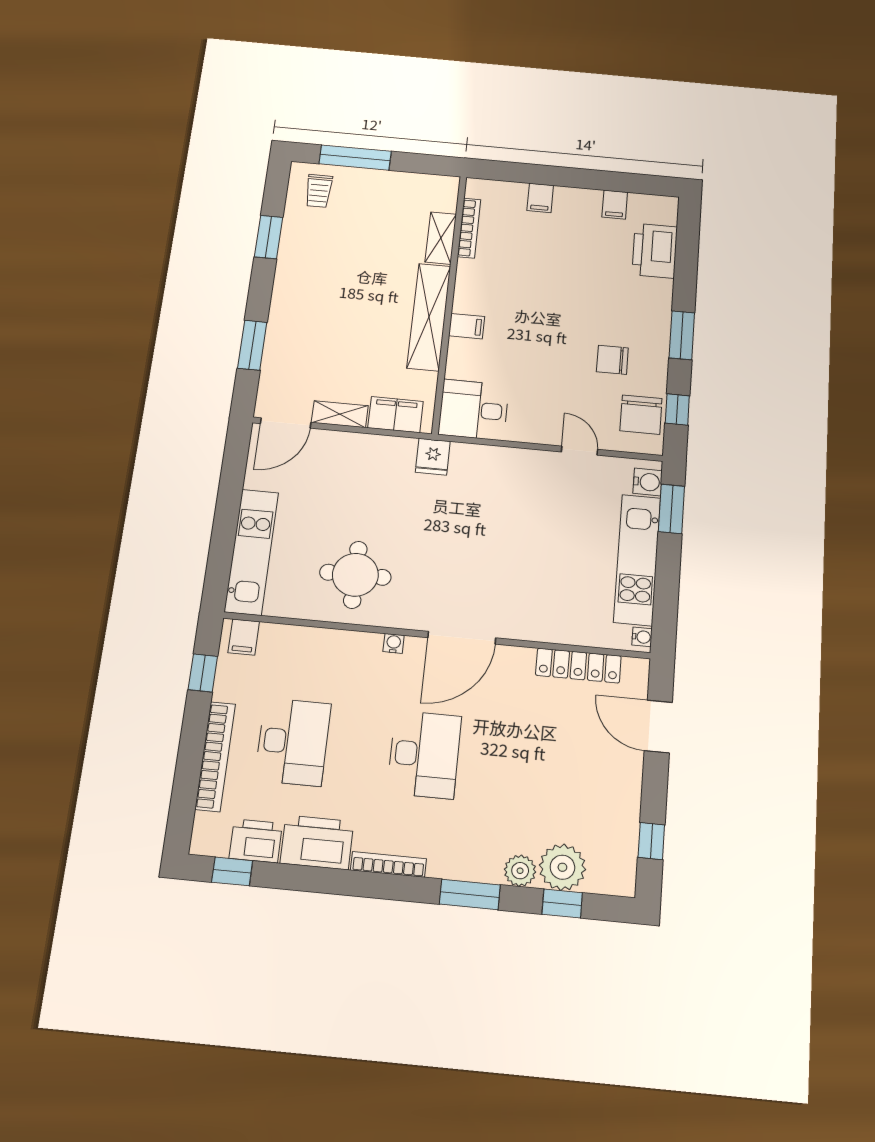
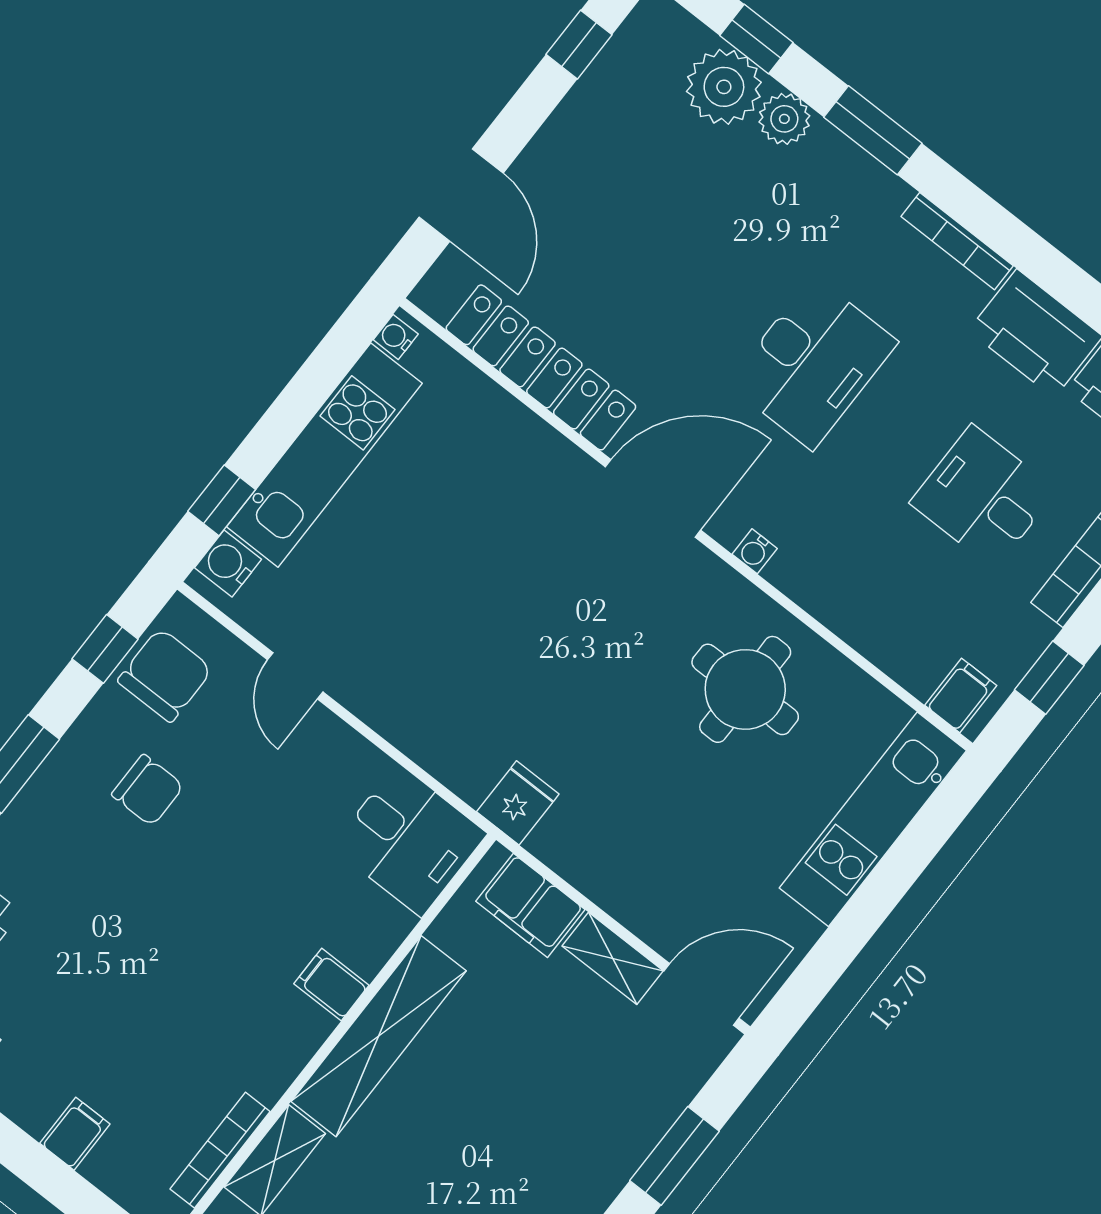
window: (671, 509) -> (222, 500), width x0.67
locker: (578, 666) -> (541, 367), width x1.41, depth x1.21
desk: (293, 742) -> (983, 497), width x0.73
desk: (424, 754) -> (813, 363), turned 180

